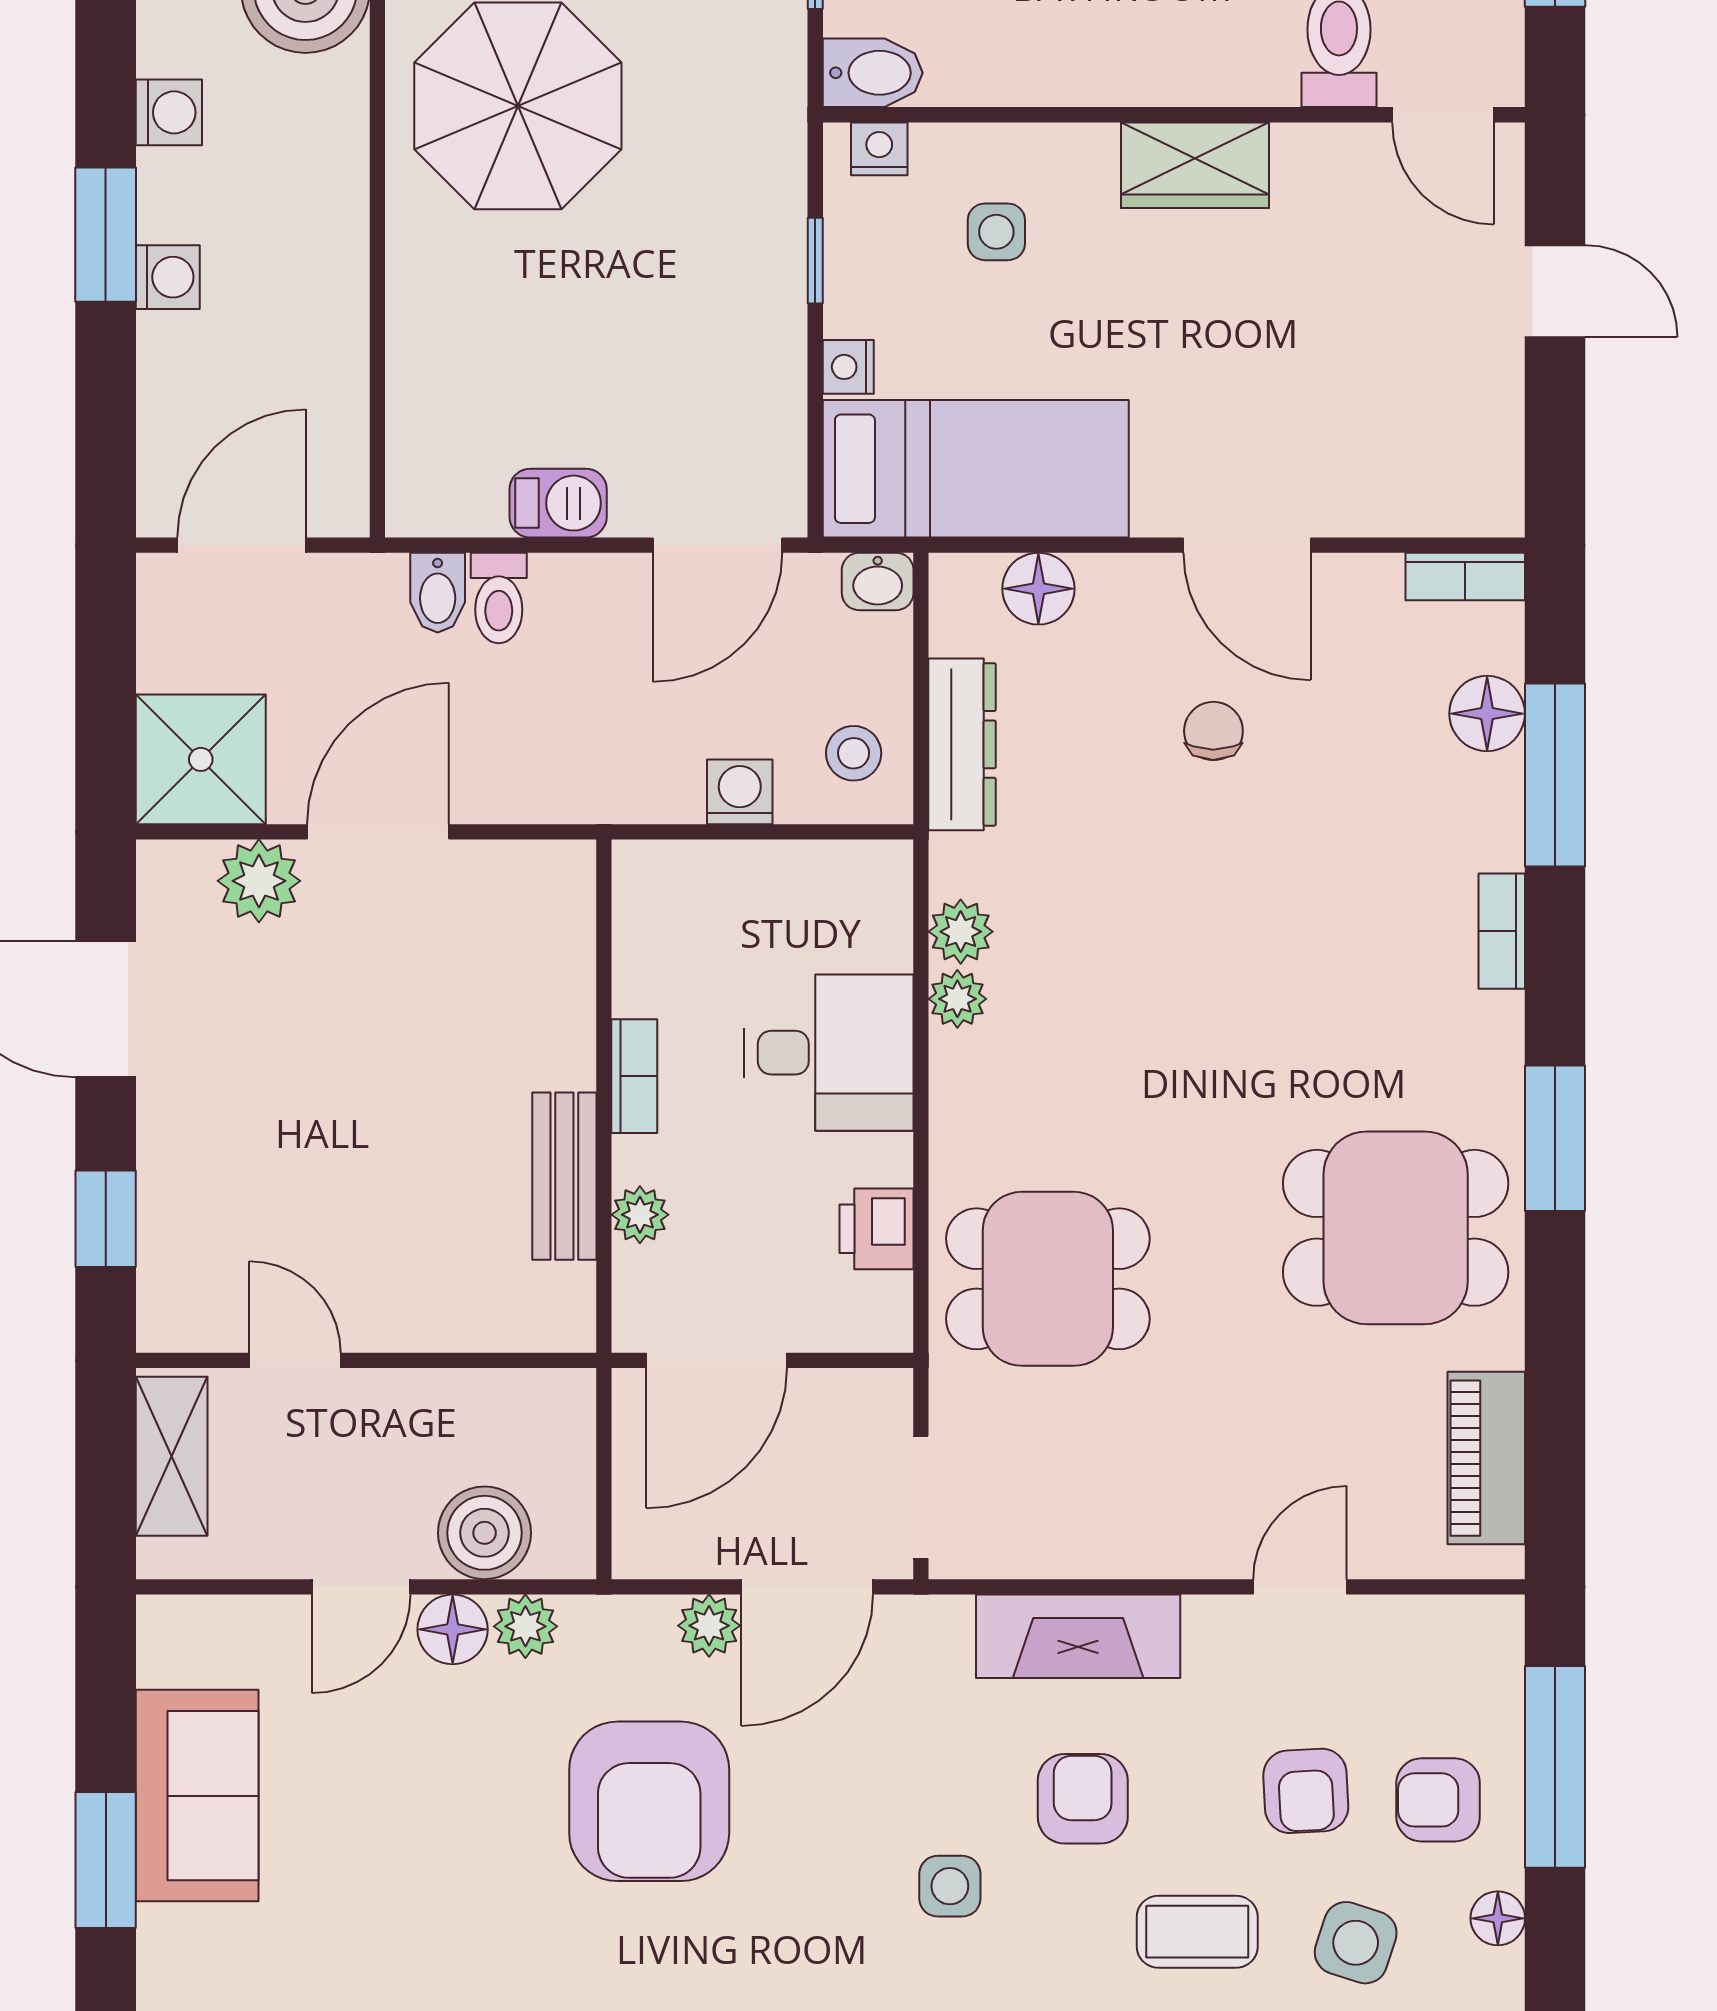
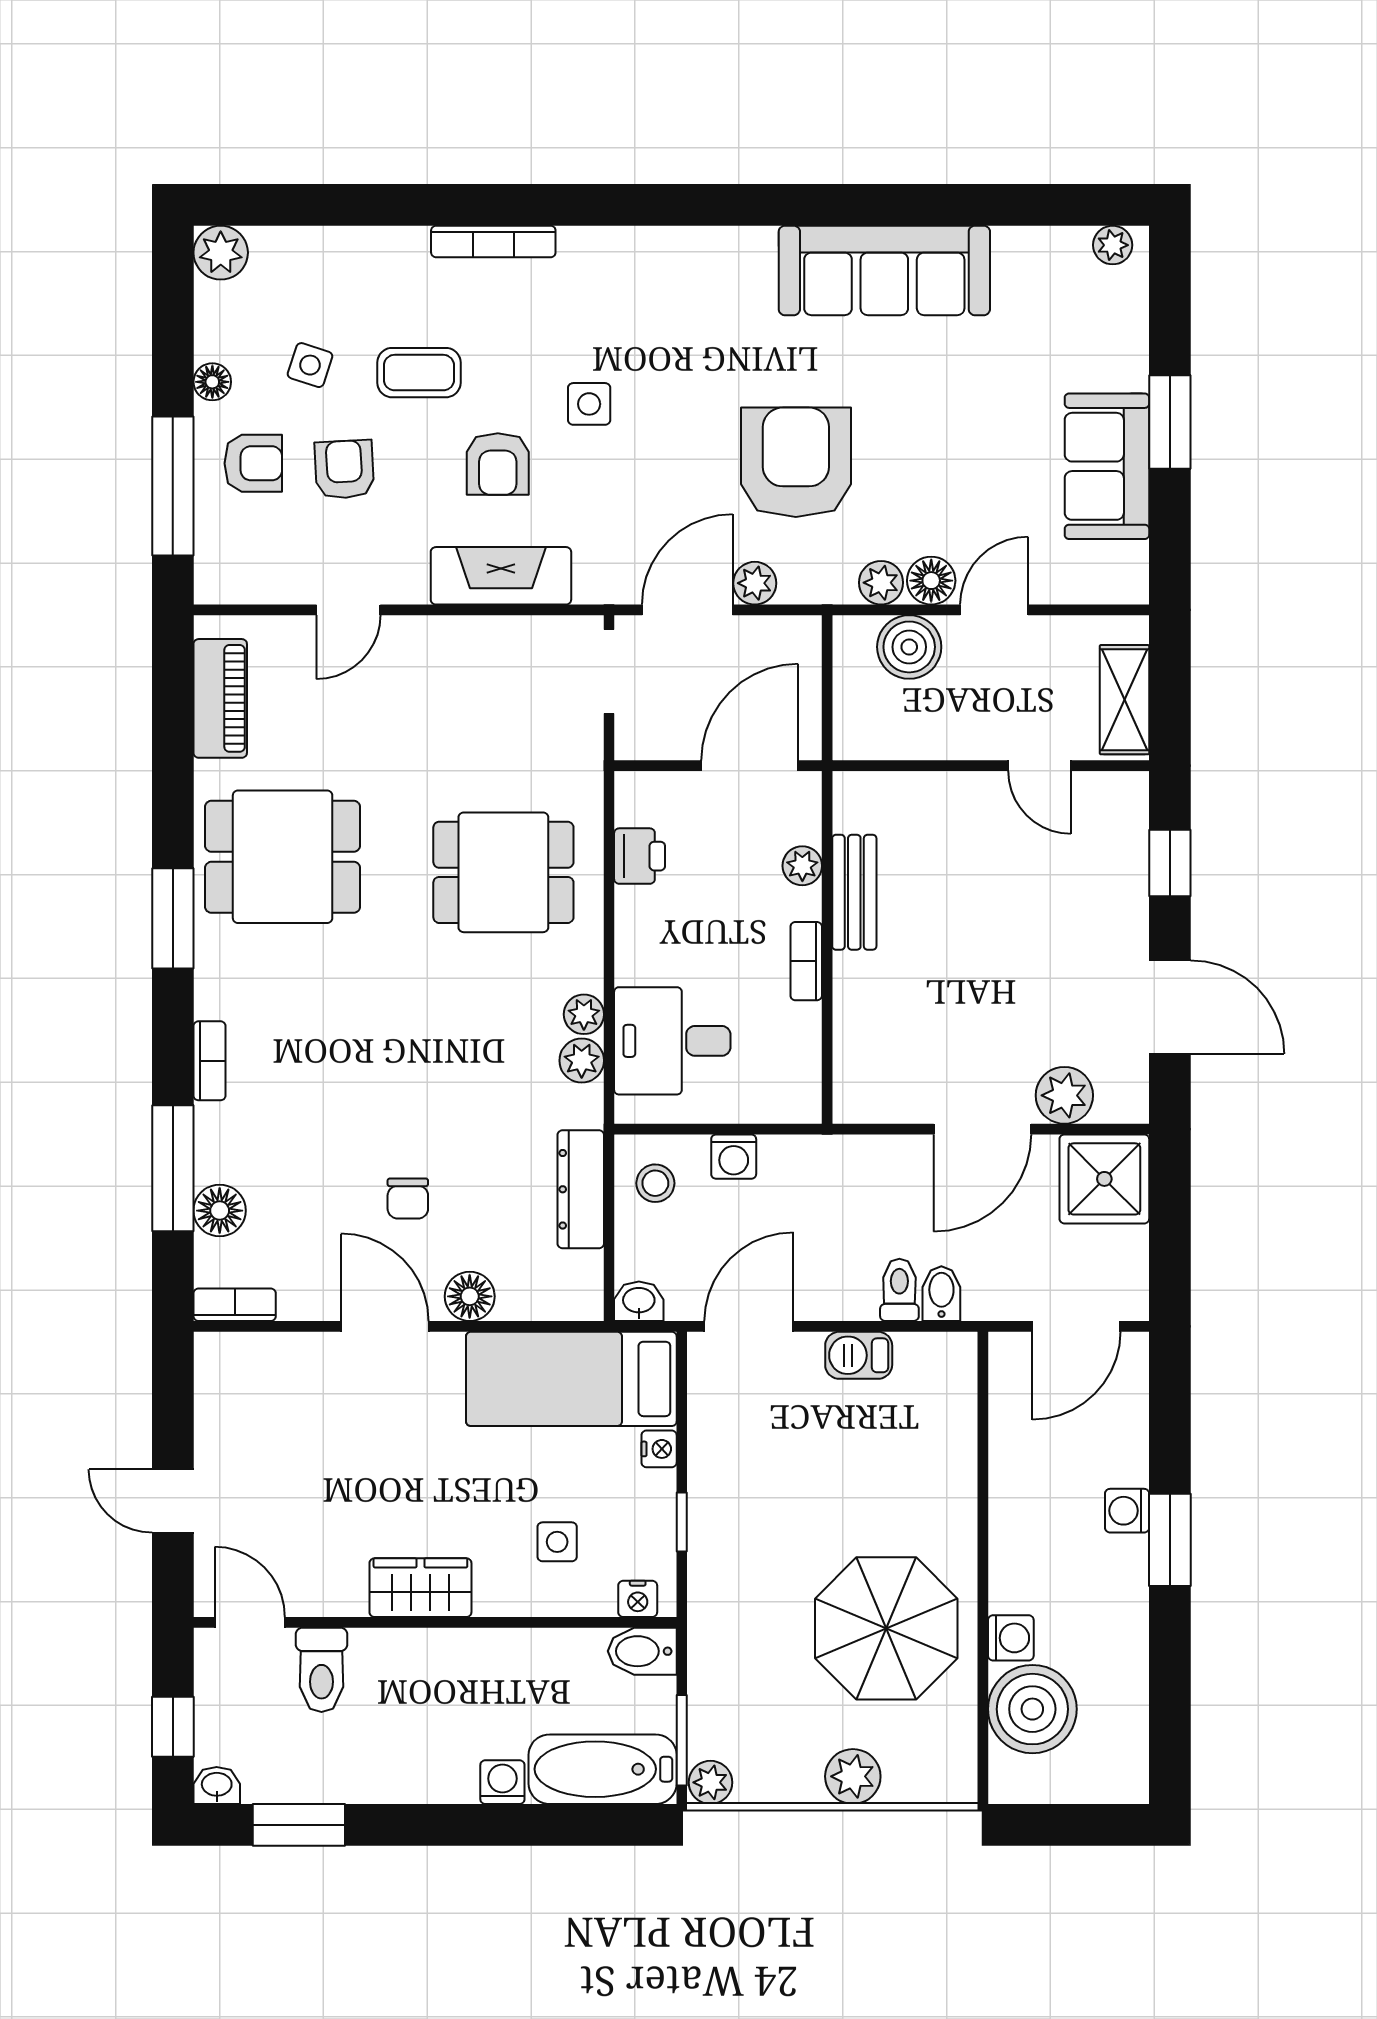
washing machine: (169, 112) -> (1011, 1638), moved, turned 180
floor lamp: (1038, 589) -> (470, 1296), moved
desk: (829, 1053) -> (672, 1041), moved
dining table: (1048, 1279) -> (503, 872), moved
side table: (1356, 1943) -> (310, 365), width x0.73, depth x0.73

